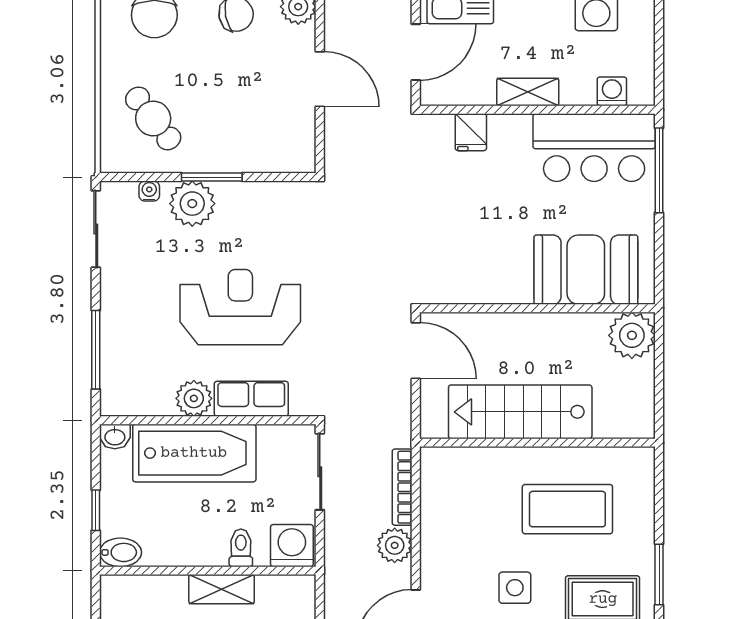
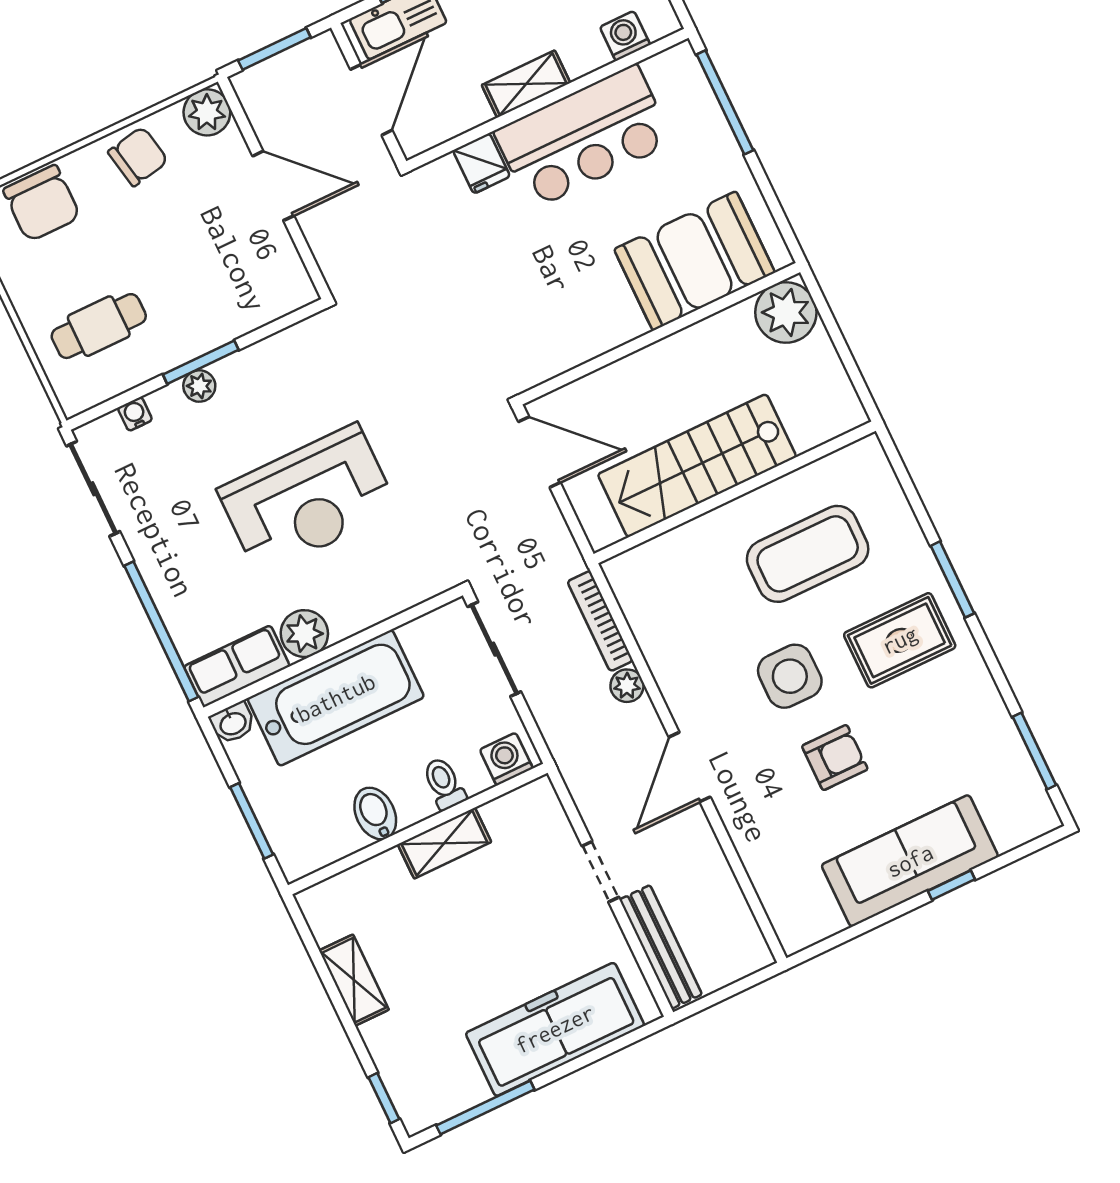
cafe table: (153, 118) -> (99, 326), turned -52
bar counter: (594, 148) -> (584, 137), moved
plant: (192, 204) -> (199, 386), width x0.53, depth x0.53
reception desk: (240, 307) -> (308, 500), turned 180
window: (96, 350) -> (161, 631), width x1.46
row of seats: (251, 399) -> (237, 666), moved
window: (96, 510) -> (252, 821), width x1.50
plant: (395, 545) -> (627, 686), width x0.73, depth x0.73
washing machine: (292, 546) -> (506, 759), width x0.73, depth x0.73
bidet: (120, 552) -> (375, 813), moved, turned -90
side table: (515, 588) -> (790, 676), width x1.37, depth x1.37

